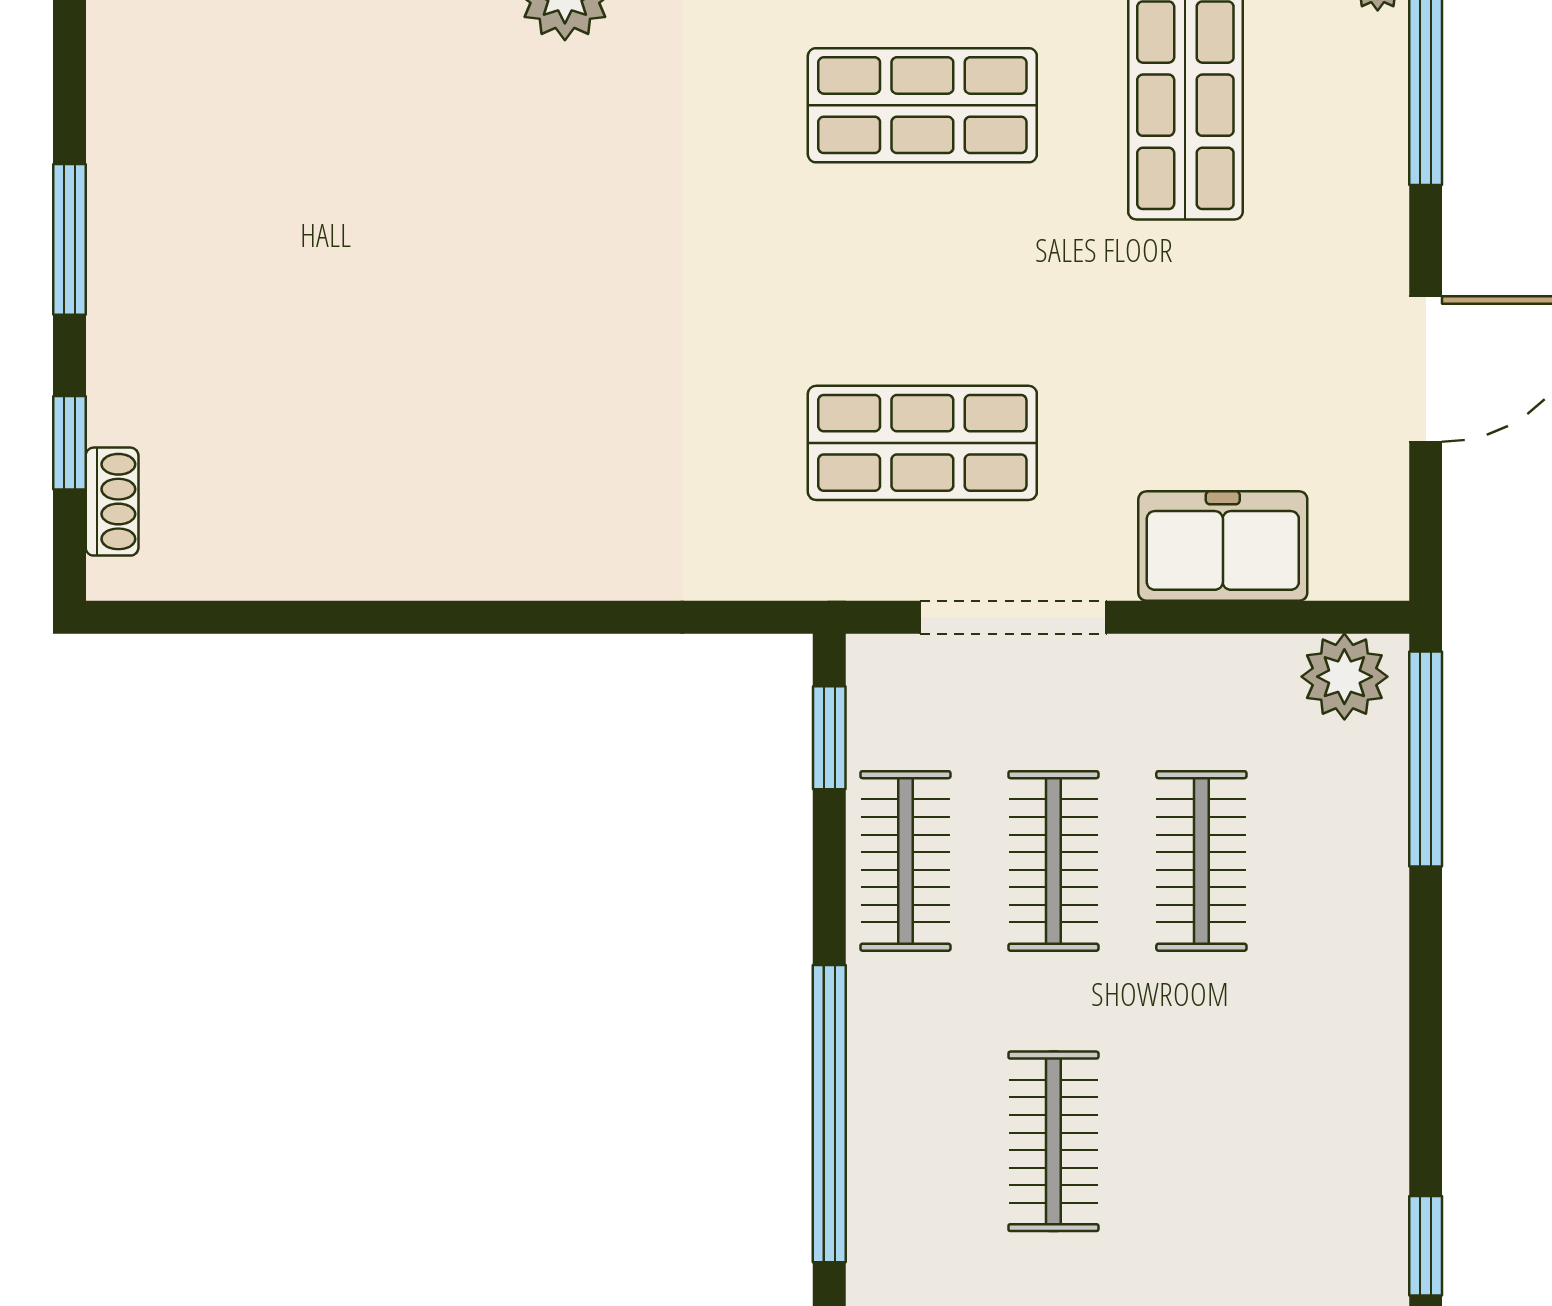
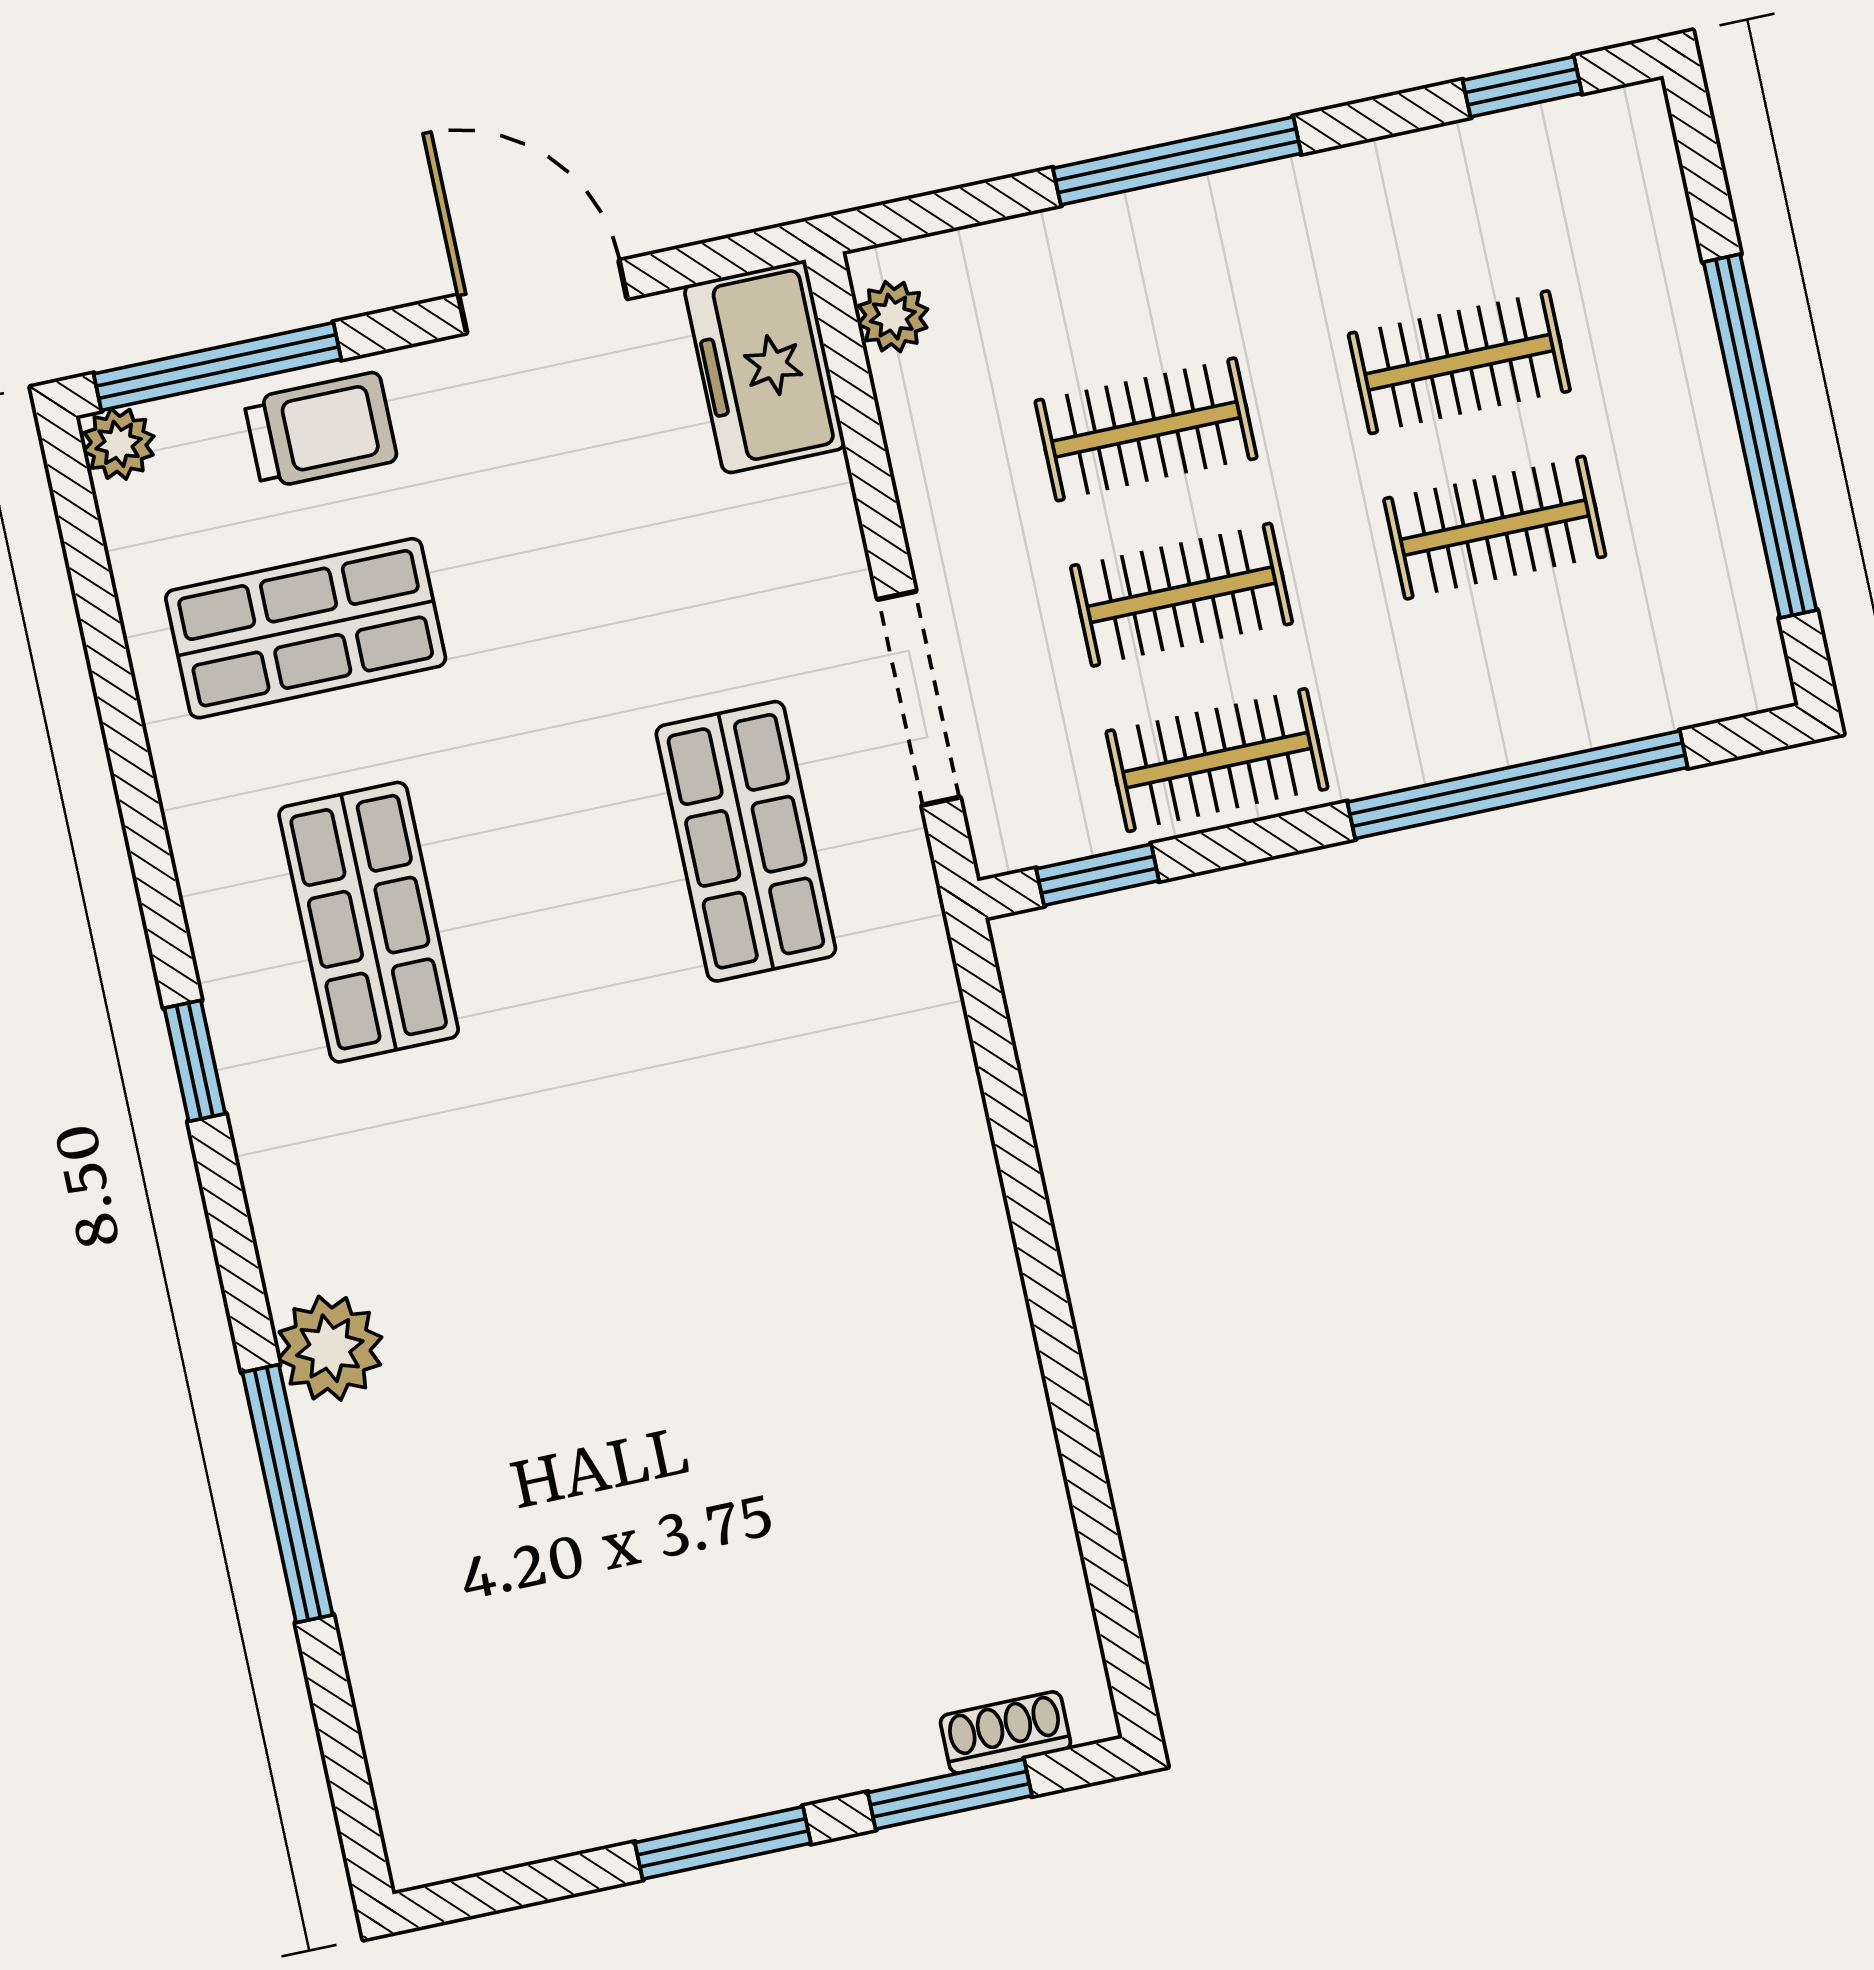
trolley: (1352, 154) -> (321, 430), added
window: (69, 443) -> (950, 1794), width x1.50
freezer: (1223, 546) -> (765, 367), moved
plant: (1344, 677) -> (893, 317), width x0.73, depth x0.73
window: (1426, 759) -> (1177, 161), moved
clothes rail: (1201, 1141) -> (1459, 362), added

